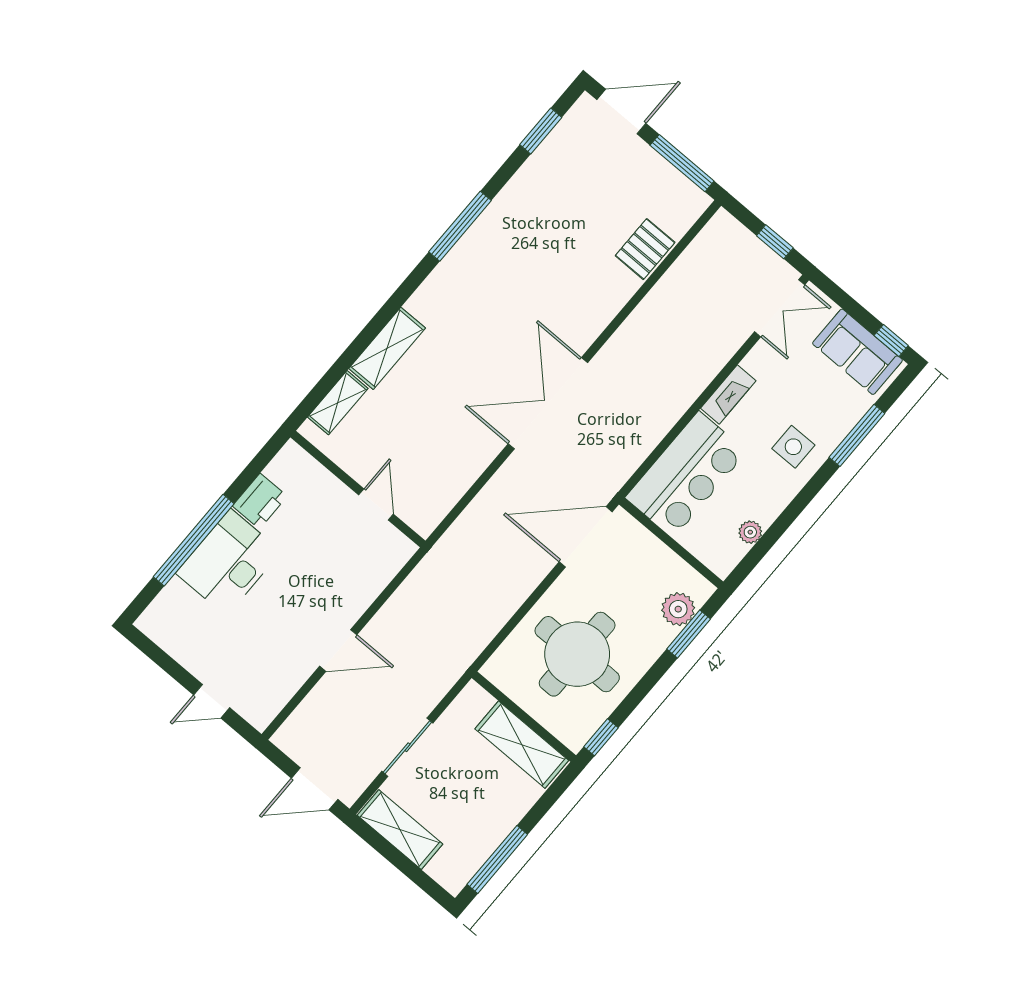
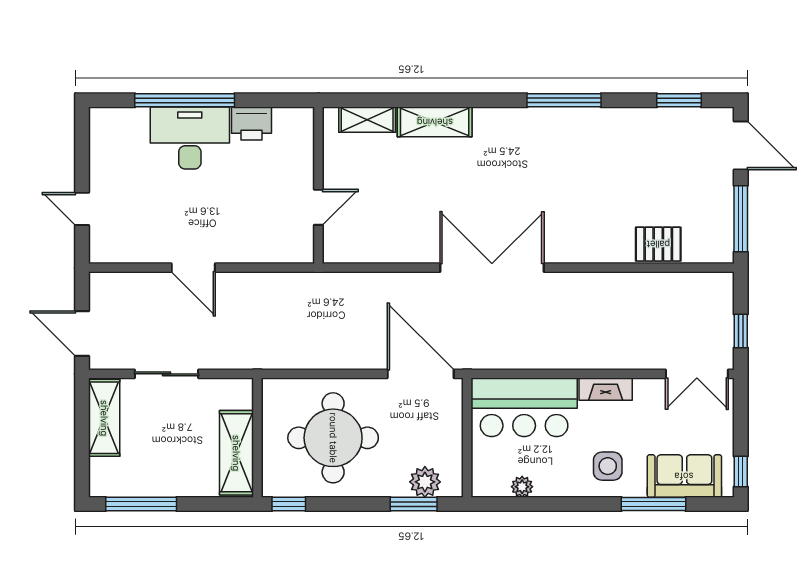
sofa: (857, 352) -> (684, 476), moved, turned 90

